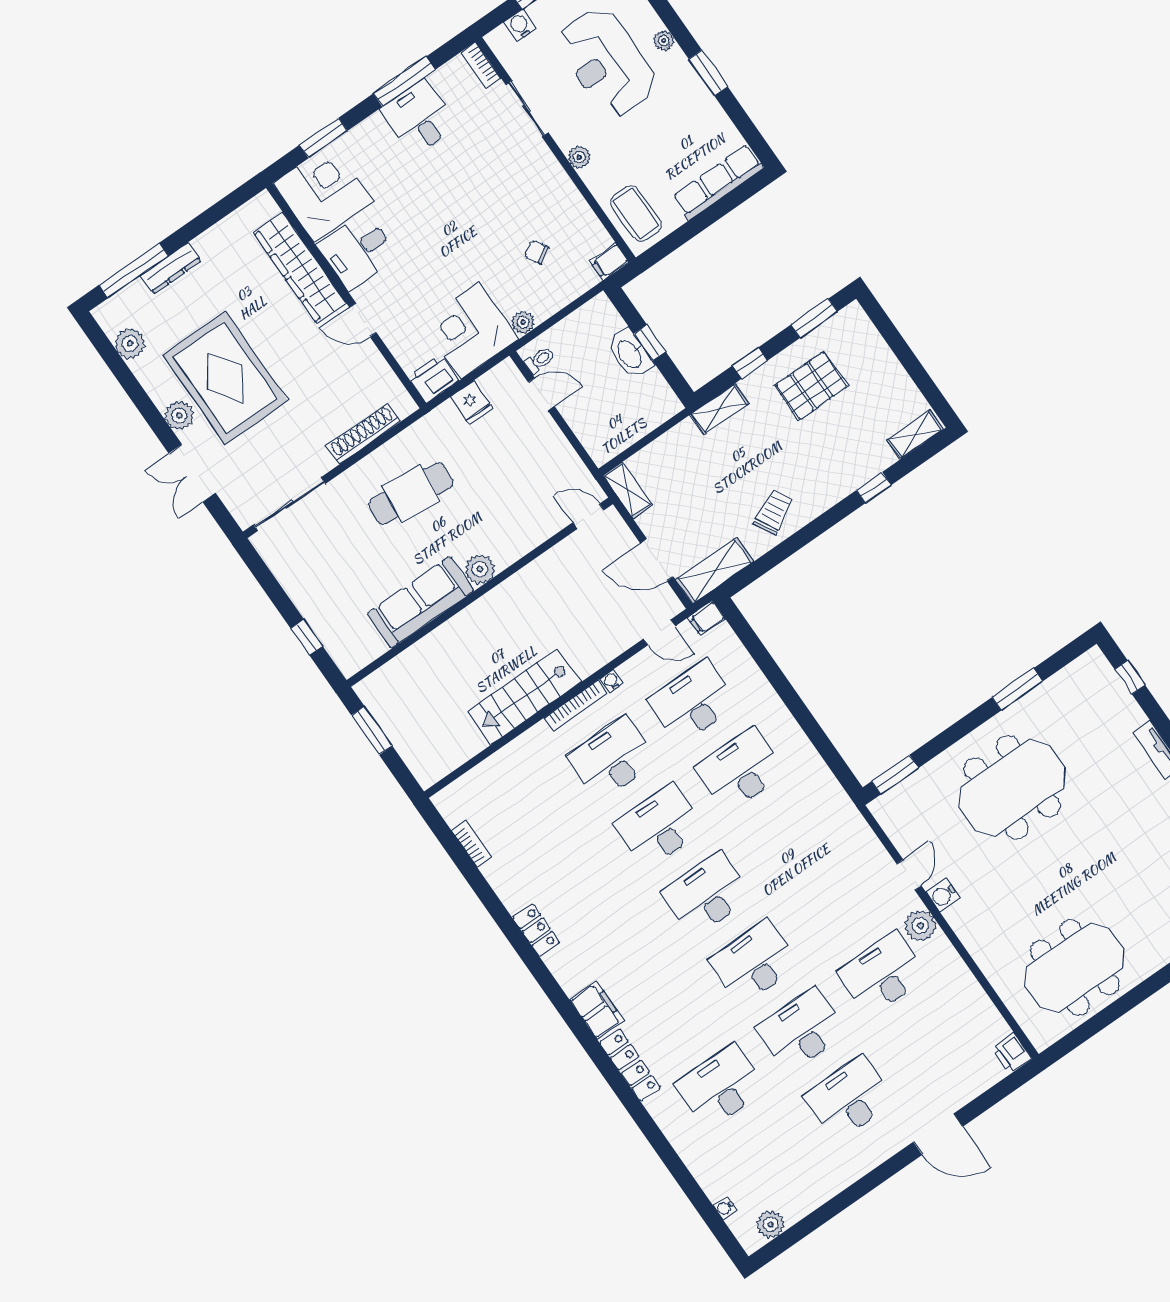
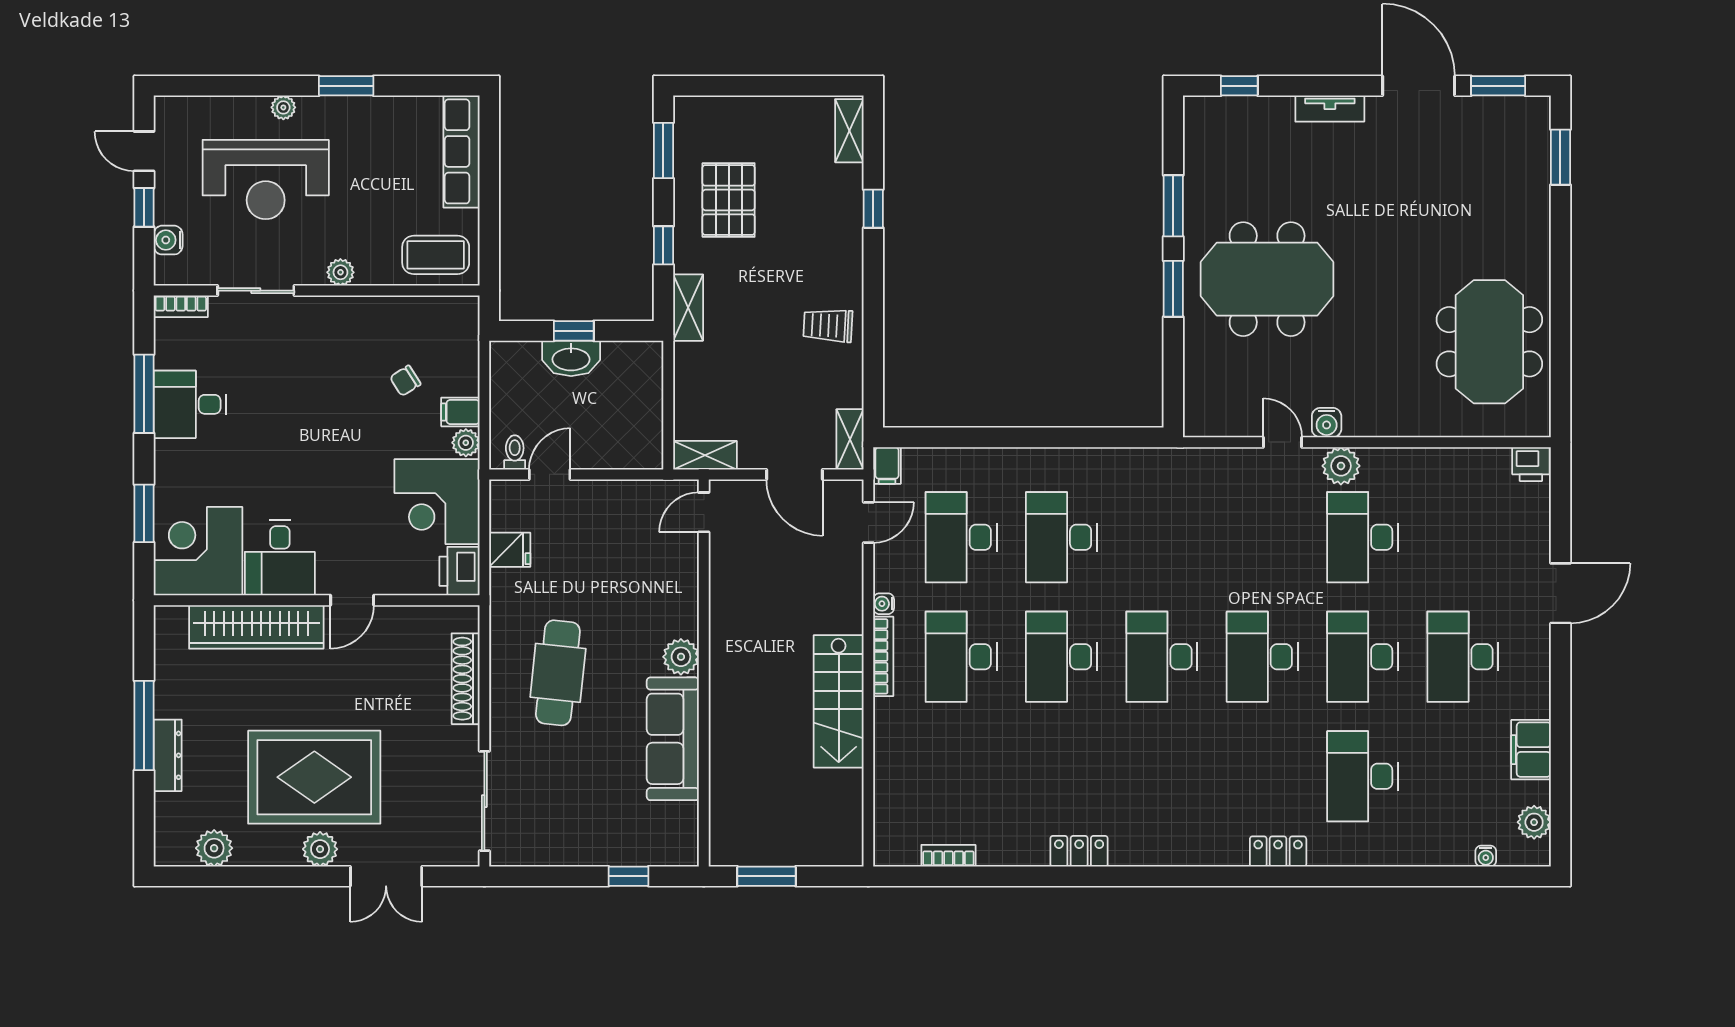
filing cabinet: (610, 262) -> (460, 412), moved, turned 90
window: (134, 270) -> (144, 725), moved
trolley: (773, 512) -> (828, 325), turned -60
door: (657, 560) -> (794, 474), hinge flipped
shelving: (715, 571) -> (850, 439), width x0.67, depth x0.75
window: (895, 775) -> (1173, 289), moved
meeting table: (1012, 787) -> (1267, 279), turned 90
filing cabinet: (596, 1010) -> (1531, 750), moved, turned -90
locker: (630, 1065) -> (1278, 851), width x0.66

